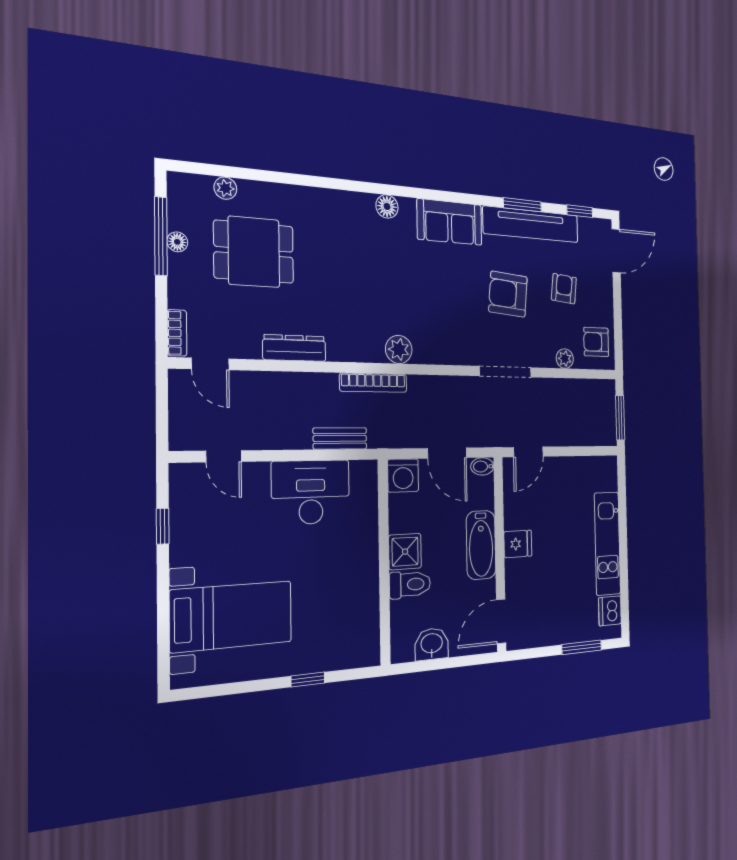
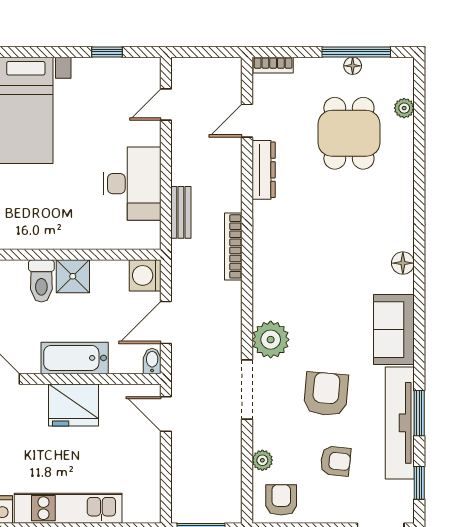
plant: (399, 349) -> (271, 340), moved, width x1.36, depth x1.36
door: (210, 364) -> (247, 121), moved
fridge: (518, 544) -> (74, 405), width x1.88, depth x1.34

